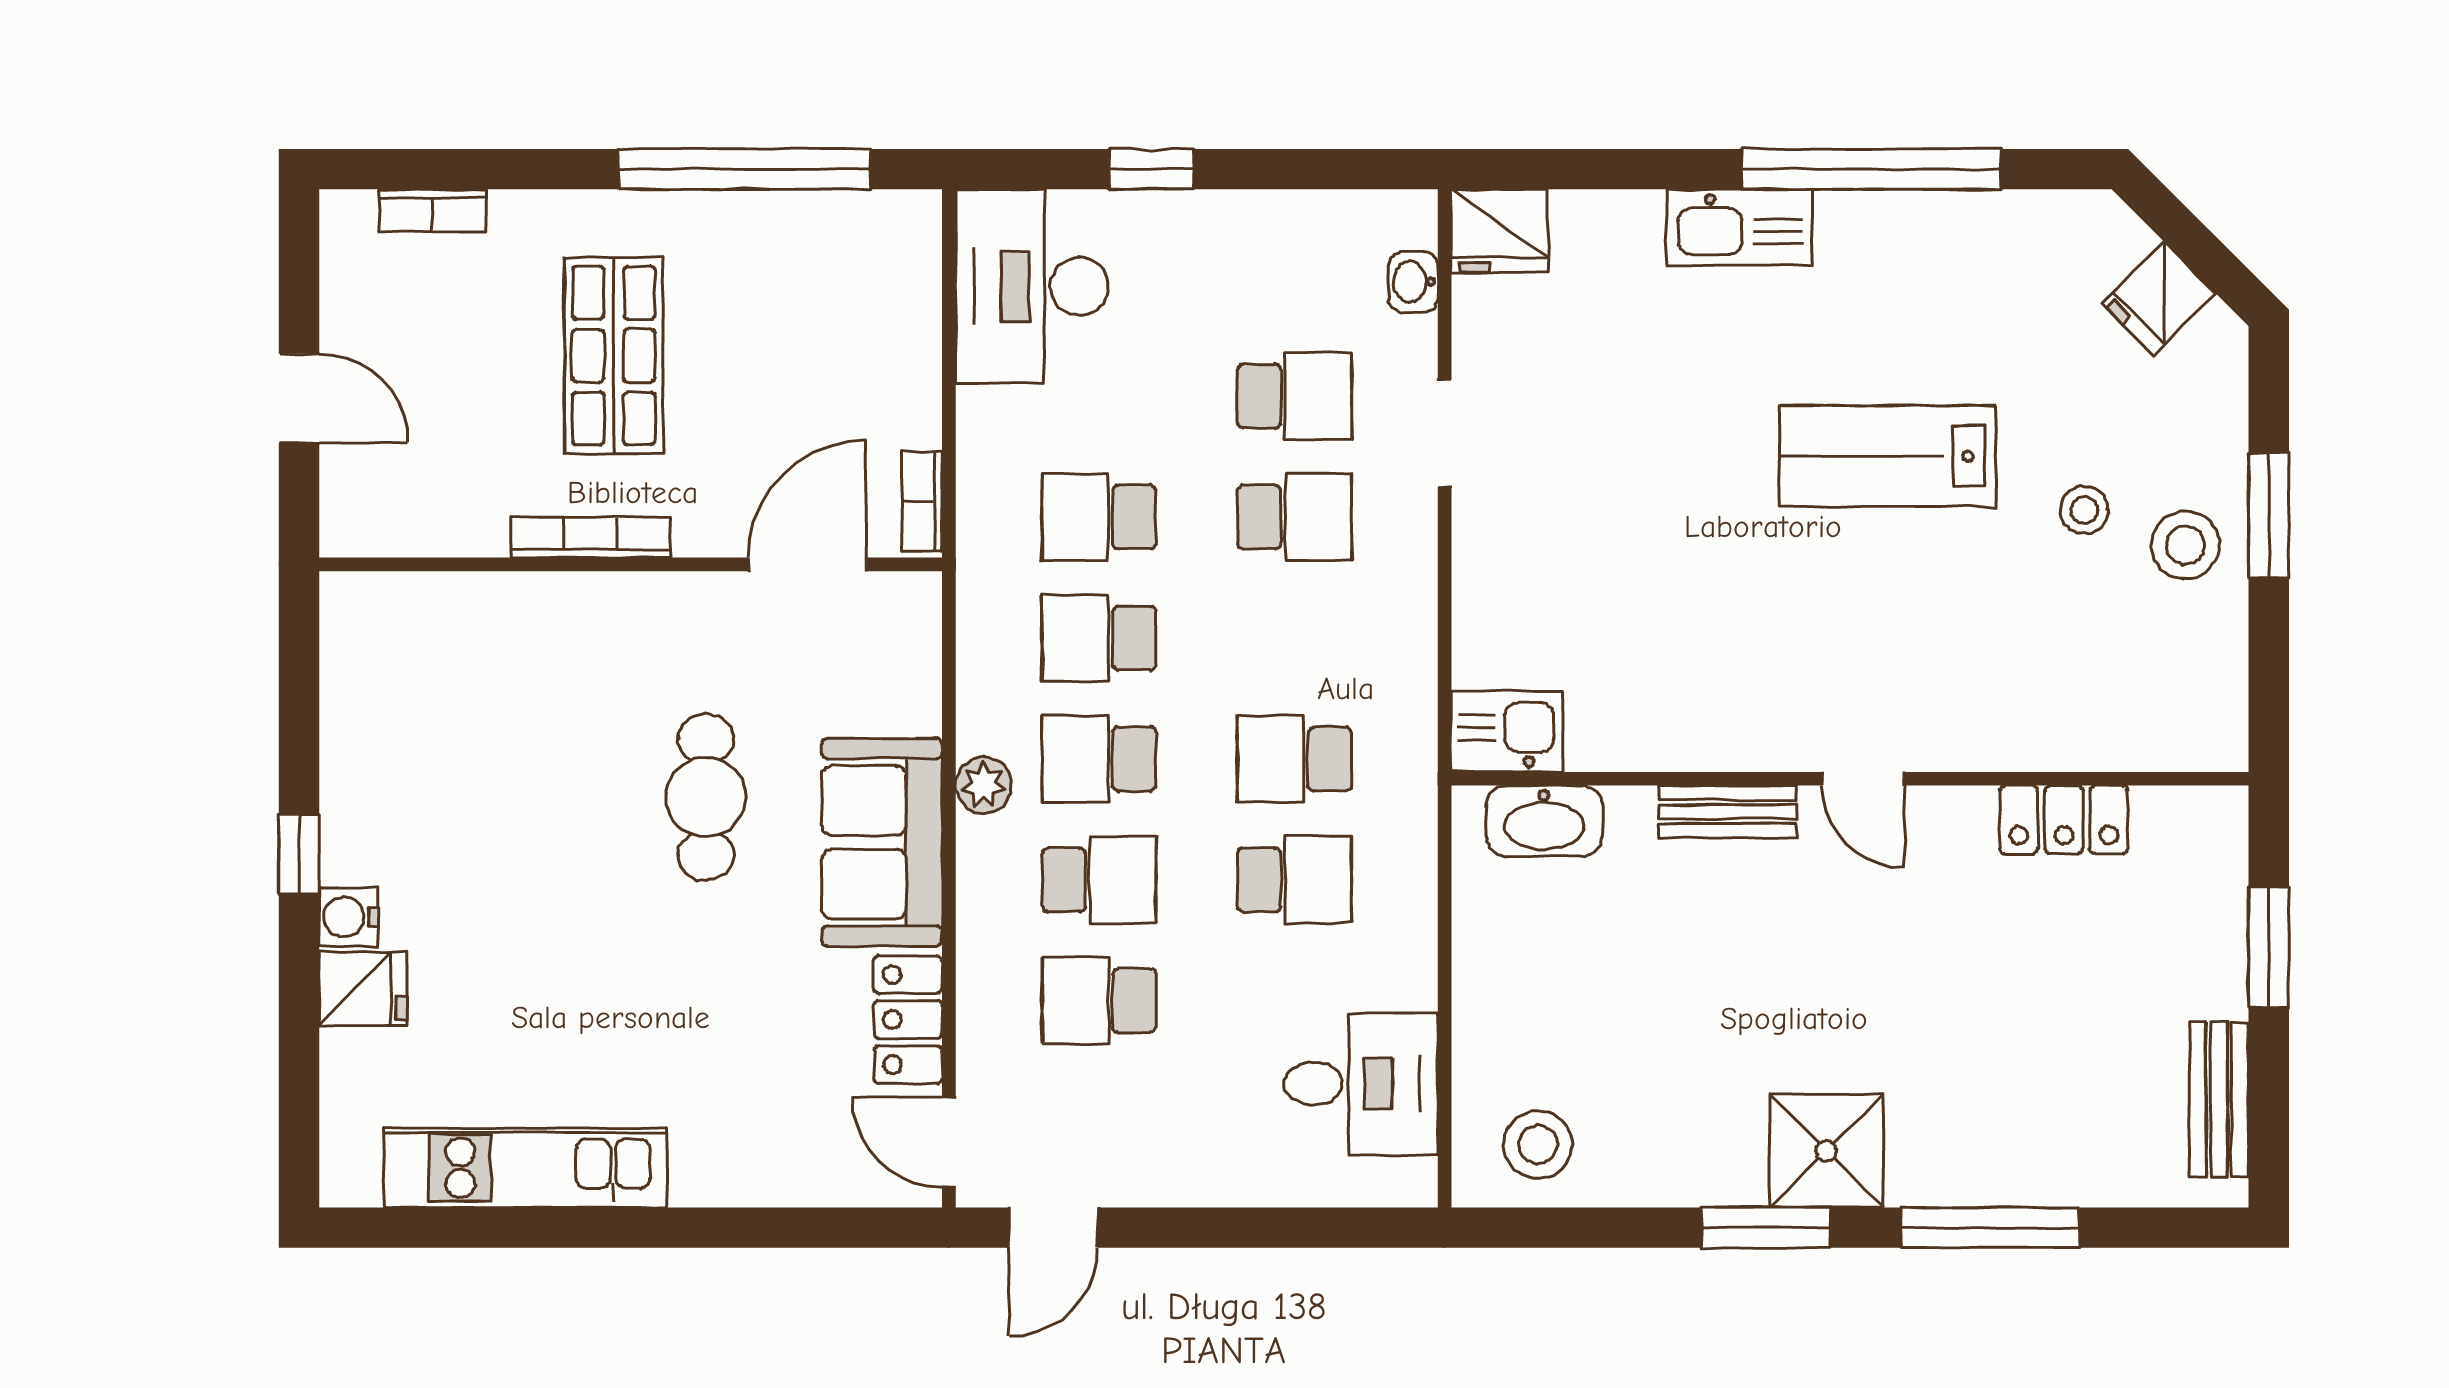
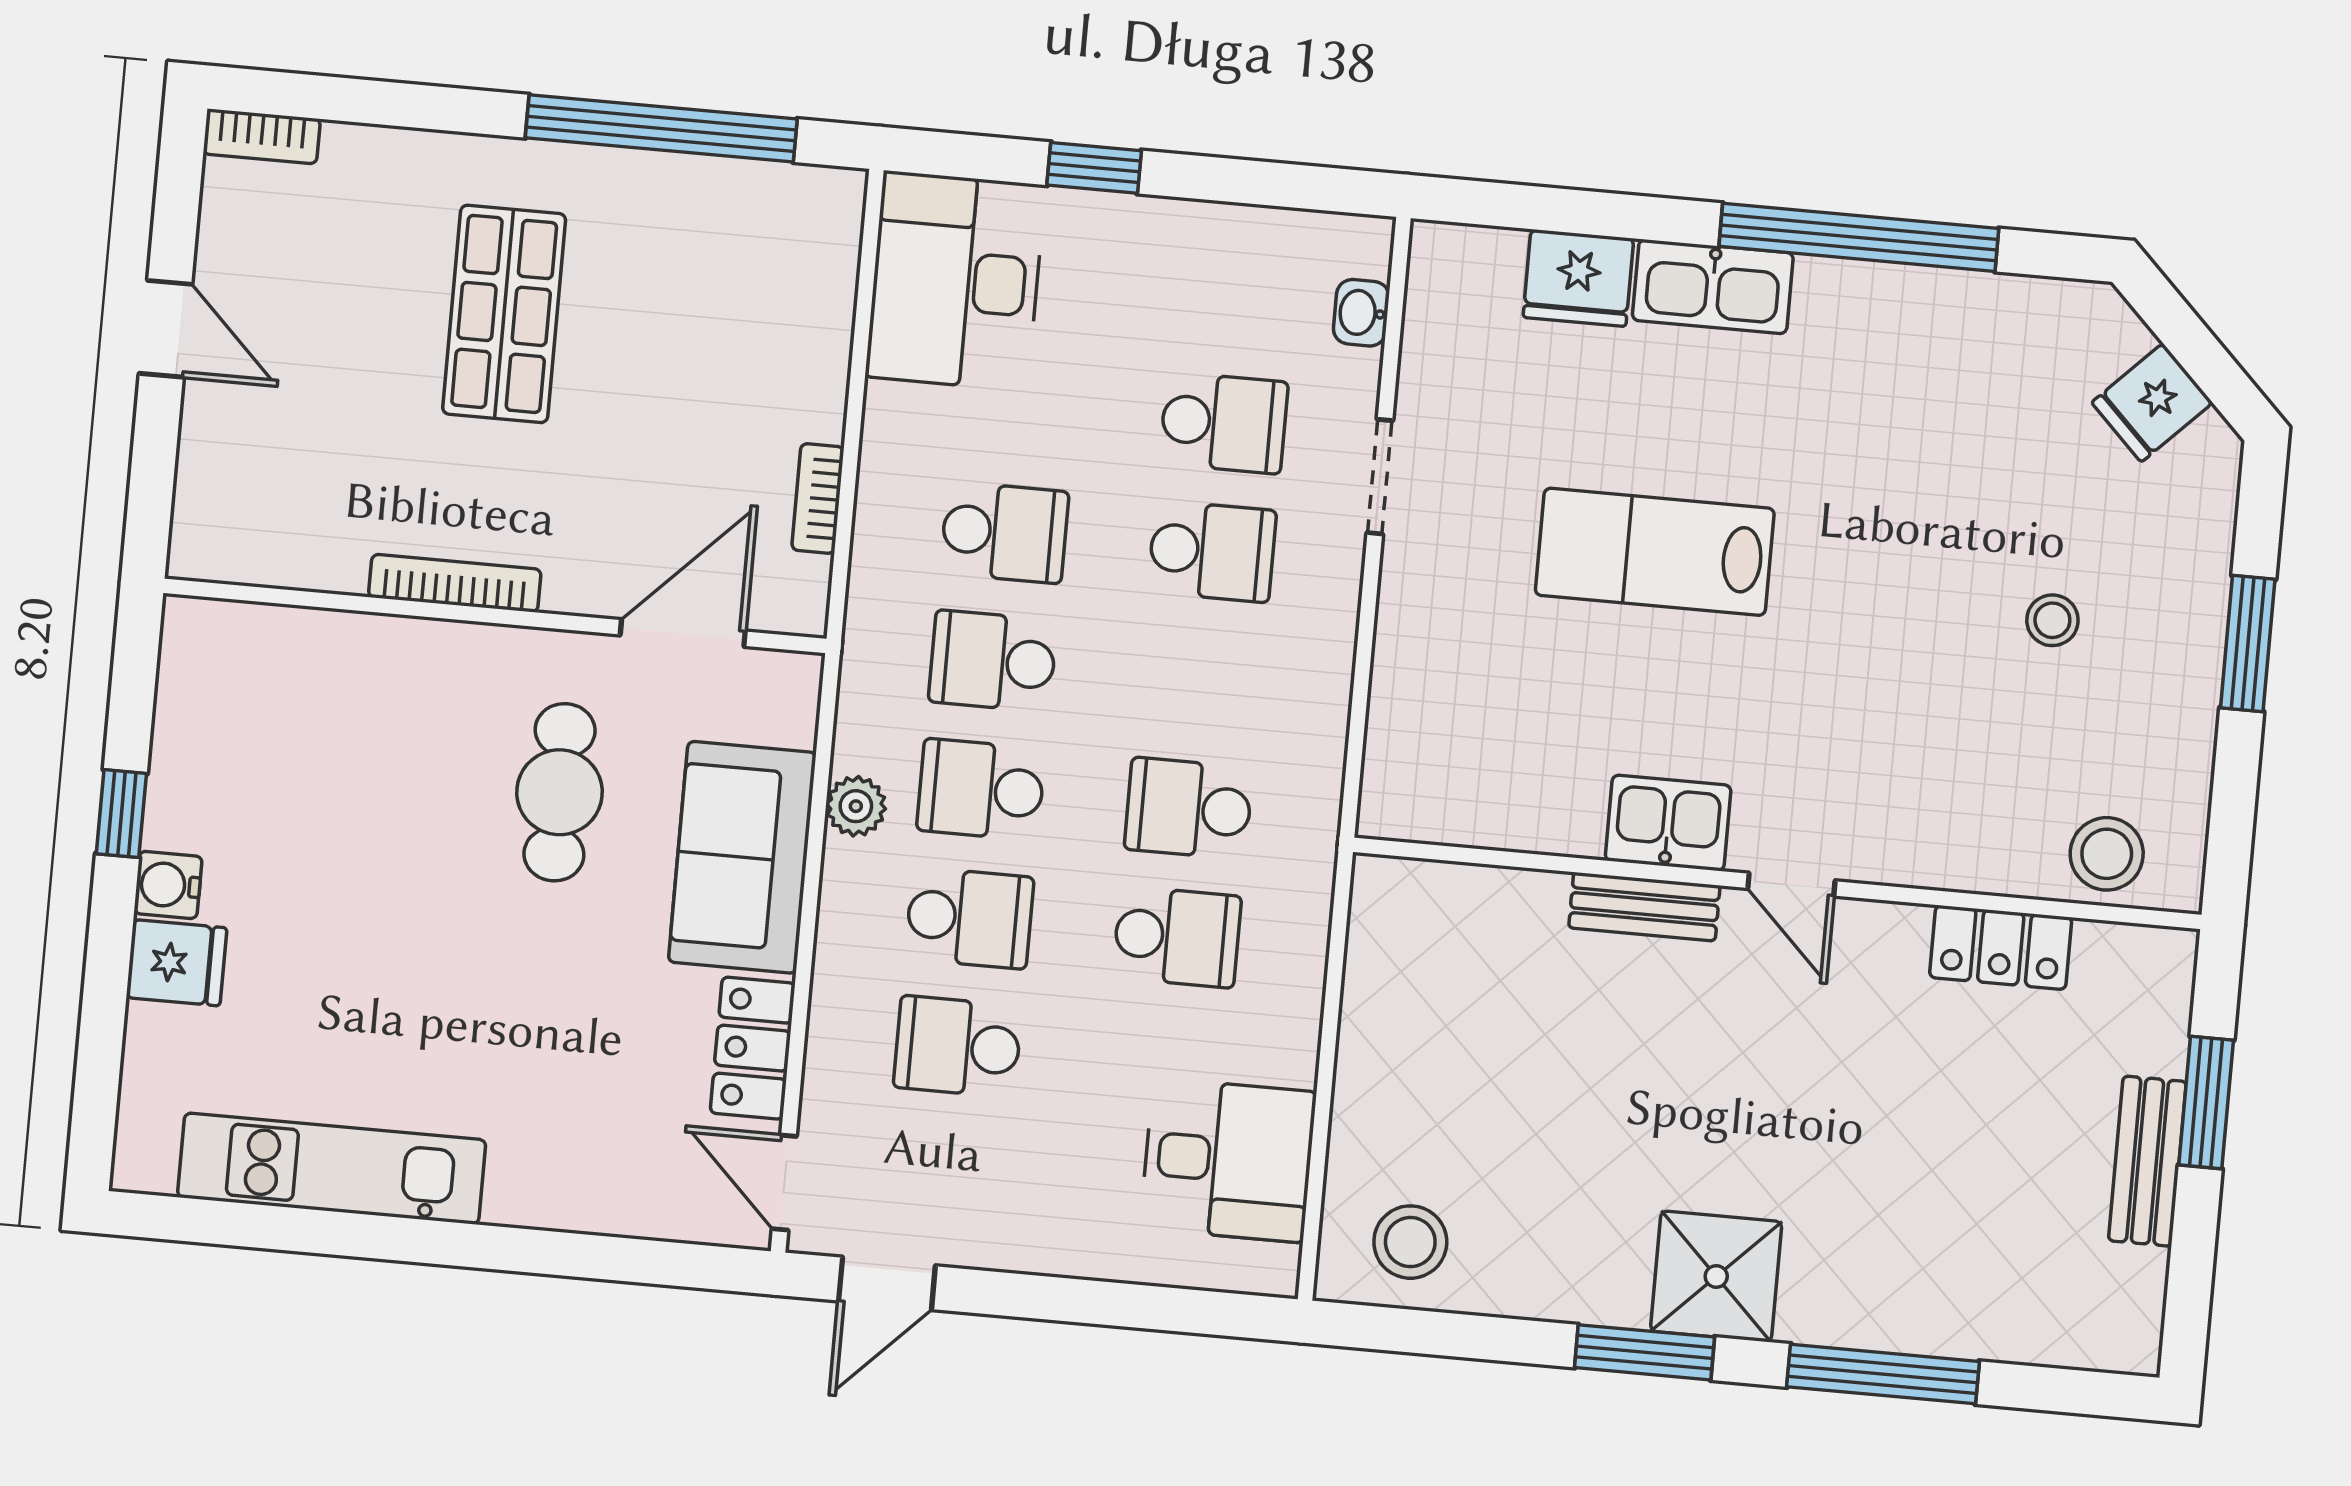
bookcase: (432, 211) -> (262, 136), moved
fridge: (1500, 231) -> (1578, 278), moved
lab bench: (1888, 456) -> (1655, 552), moved
school desk: (1099, 517) -> (1004, 532), turned 180
bookcase: (590, 537) -> (455, 583), moved
stool: (2185, 545) -> (2107, 854), moved
wall: (631, 564) -> (495, 616), moved
door: (807, 564) -> (683, 633), moved
kitchen sink: (1507, 732) -> (1668, 823), moved
washbasin: (1544, 821) -> (1448, 899), removed
bench: (2219, 1099) -> (2147, 1161), moved

